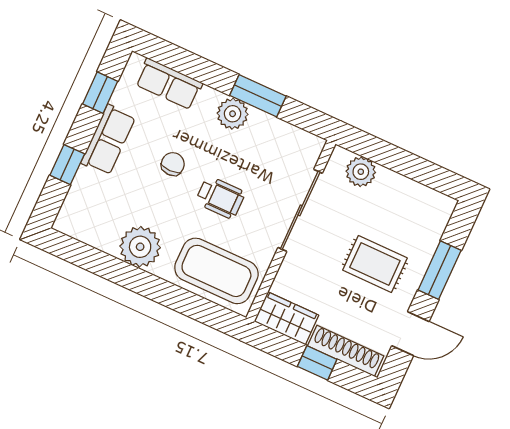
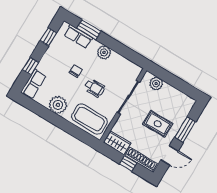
window: (258, 96) -> (89, 30), moved
row of seats: (108, 140) -> (33, 84), moved

